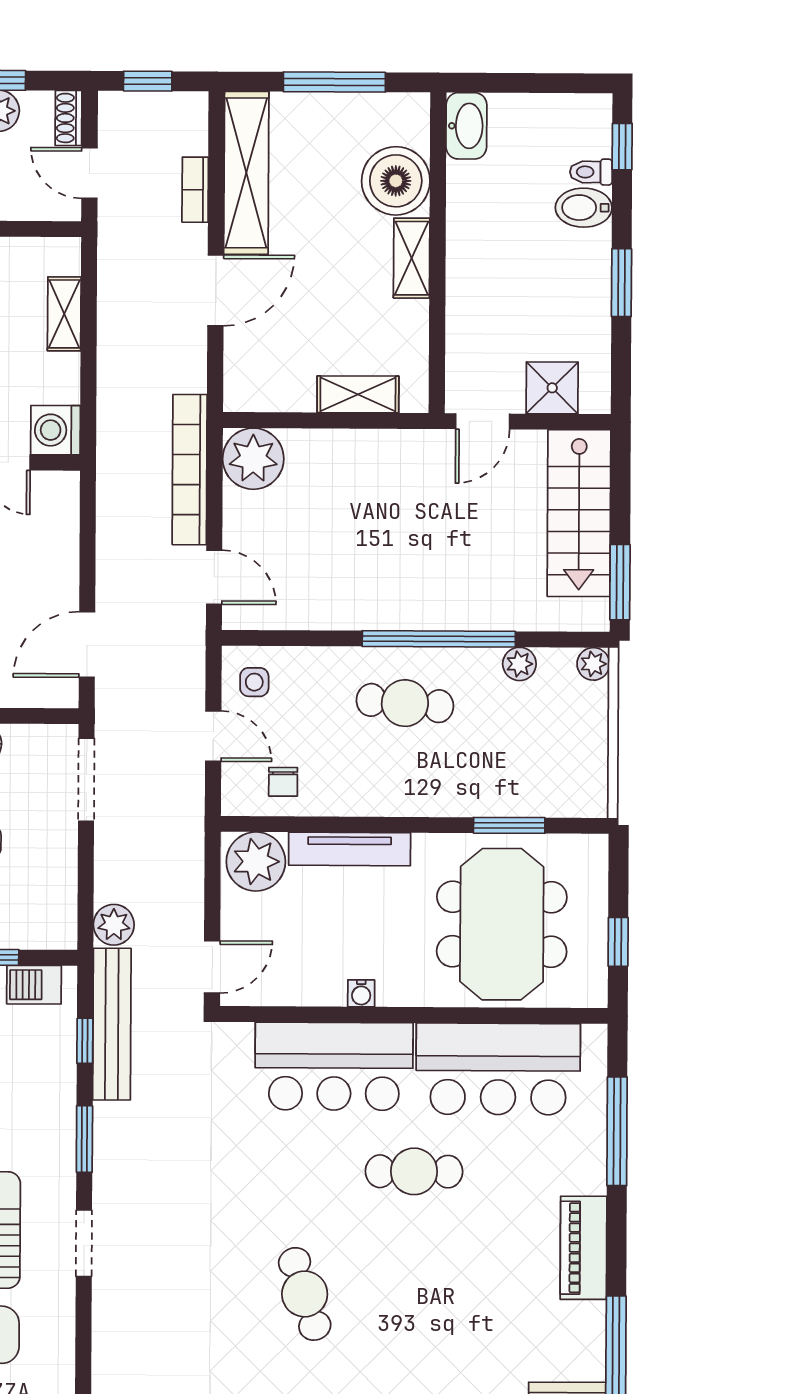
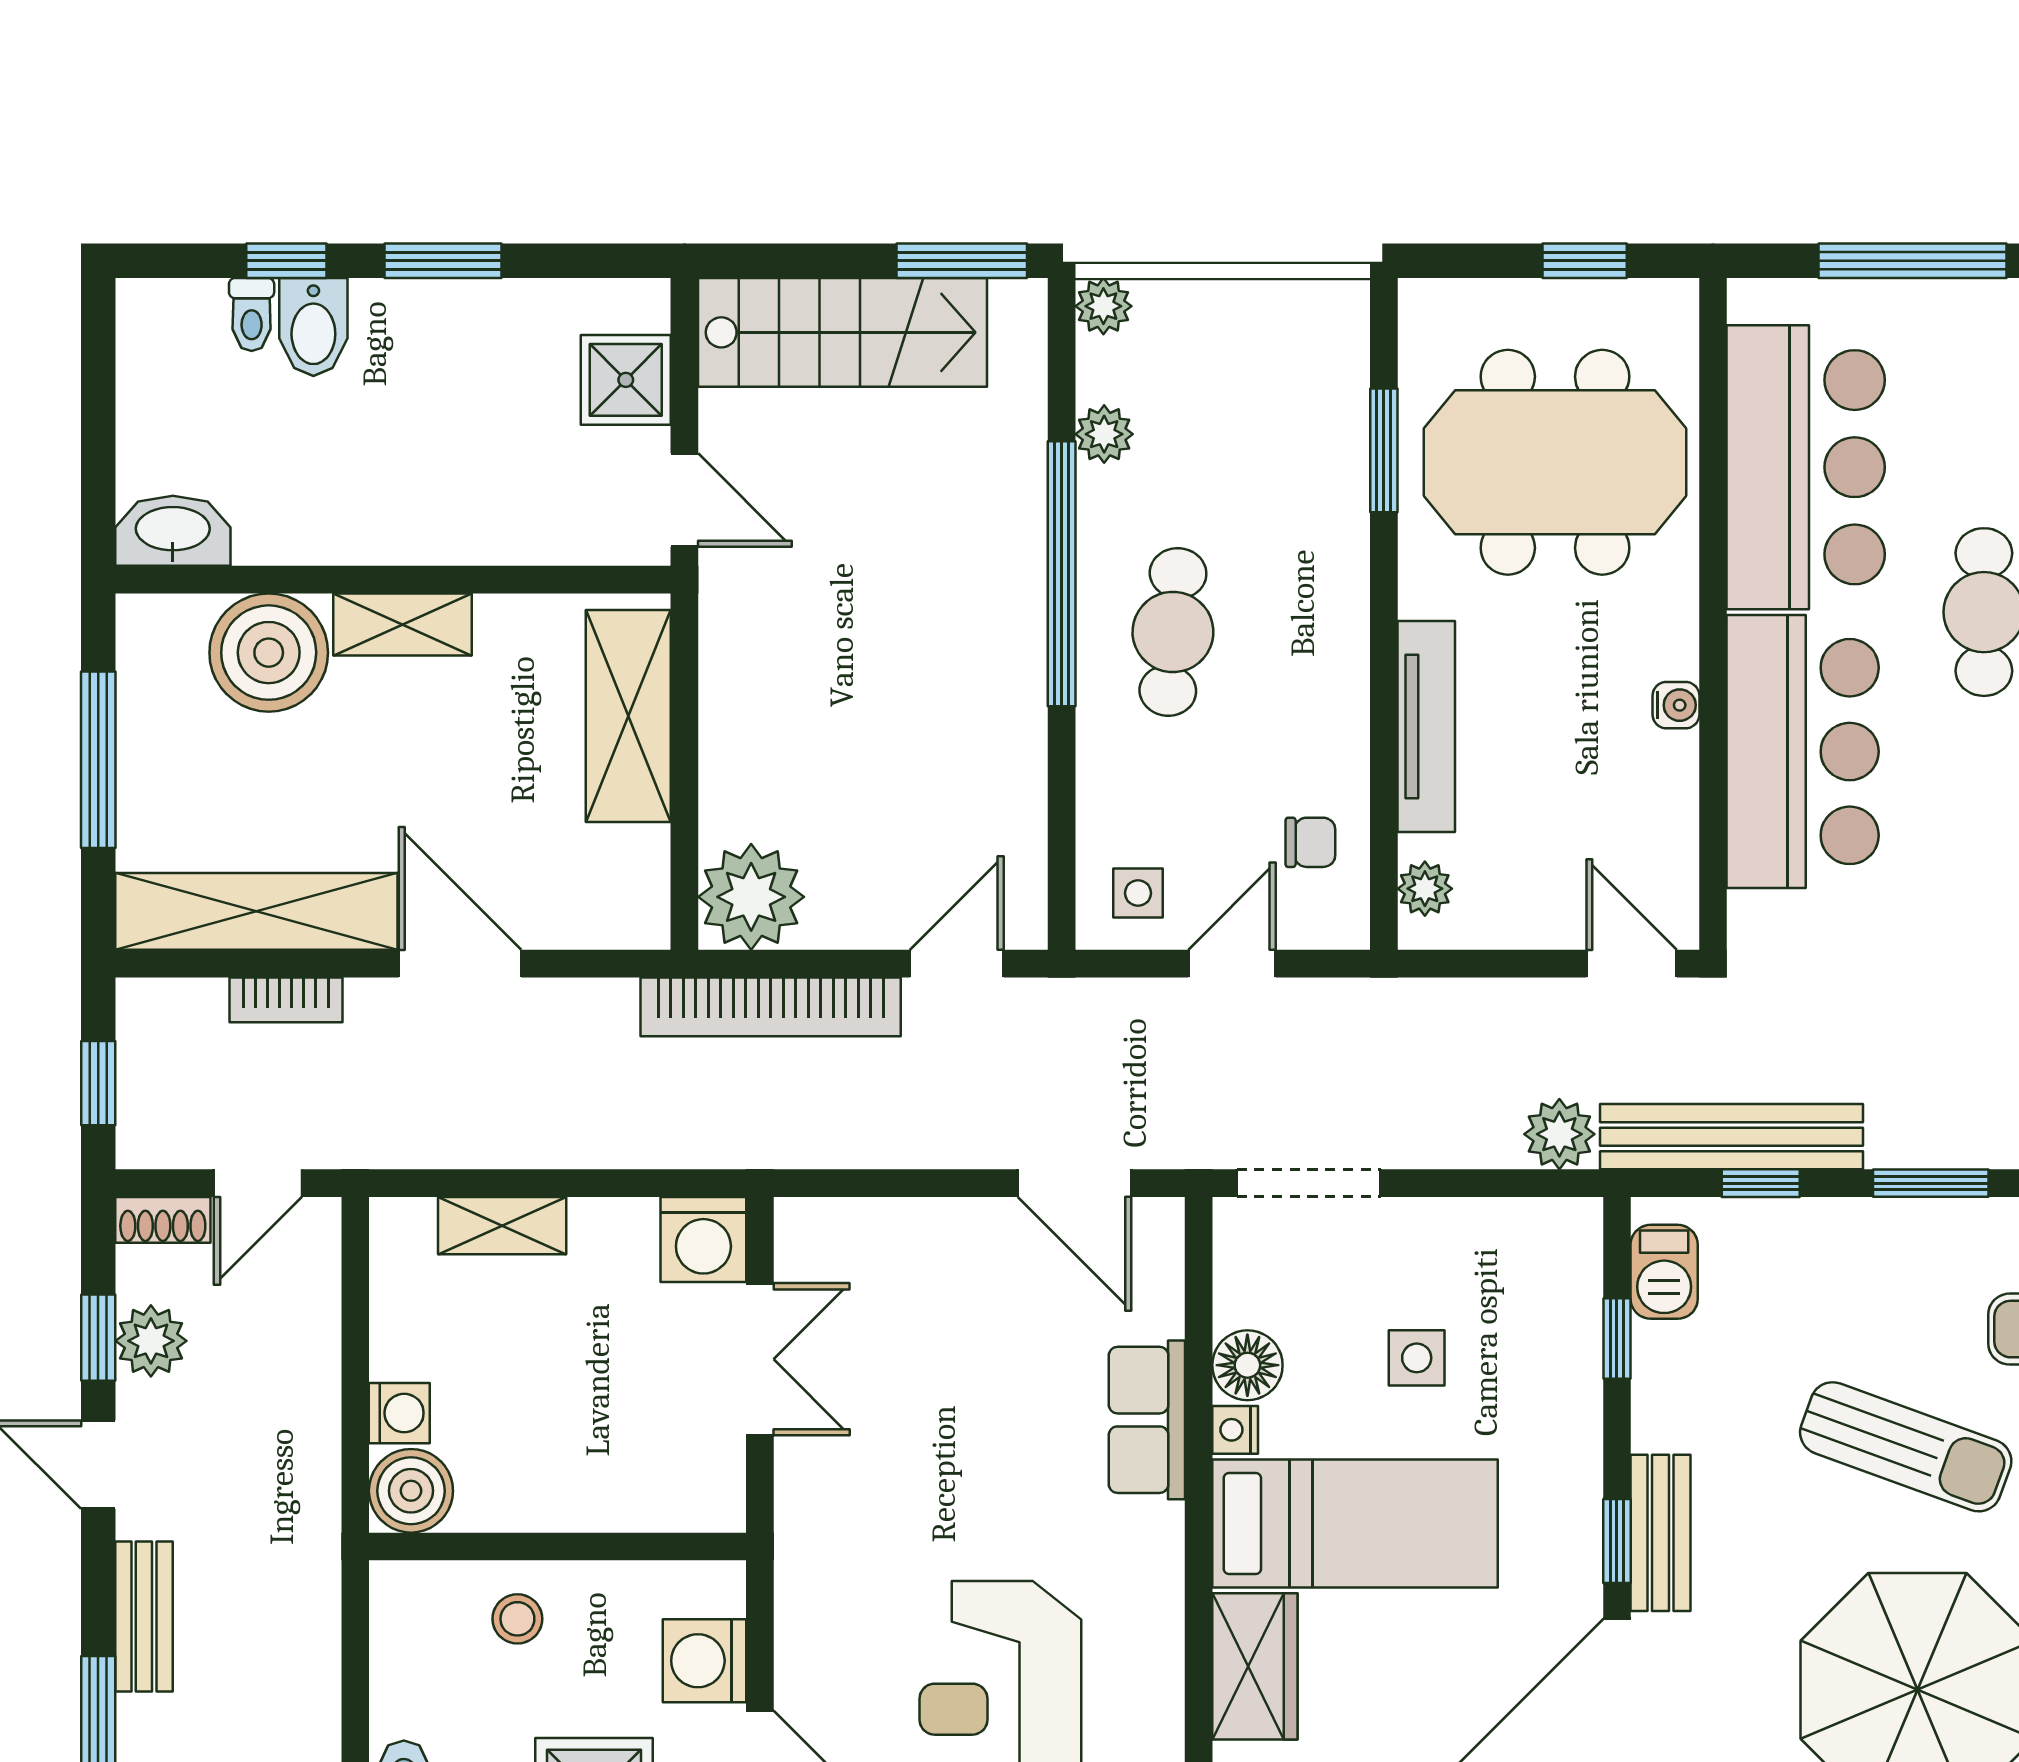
window: (622, 147) -> (286, 261), moved
shelving: (358, 394) -> (628, 716), width x1.50, depth x1.33
plant: (256, 862) -> (1425, 889), width x0.53, depth x0.53

